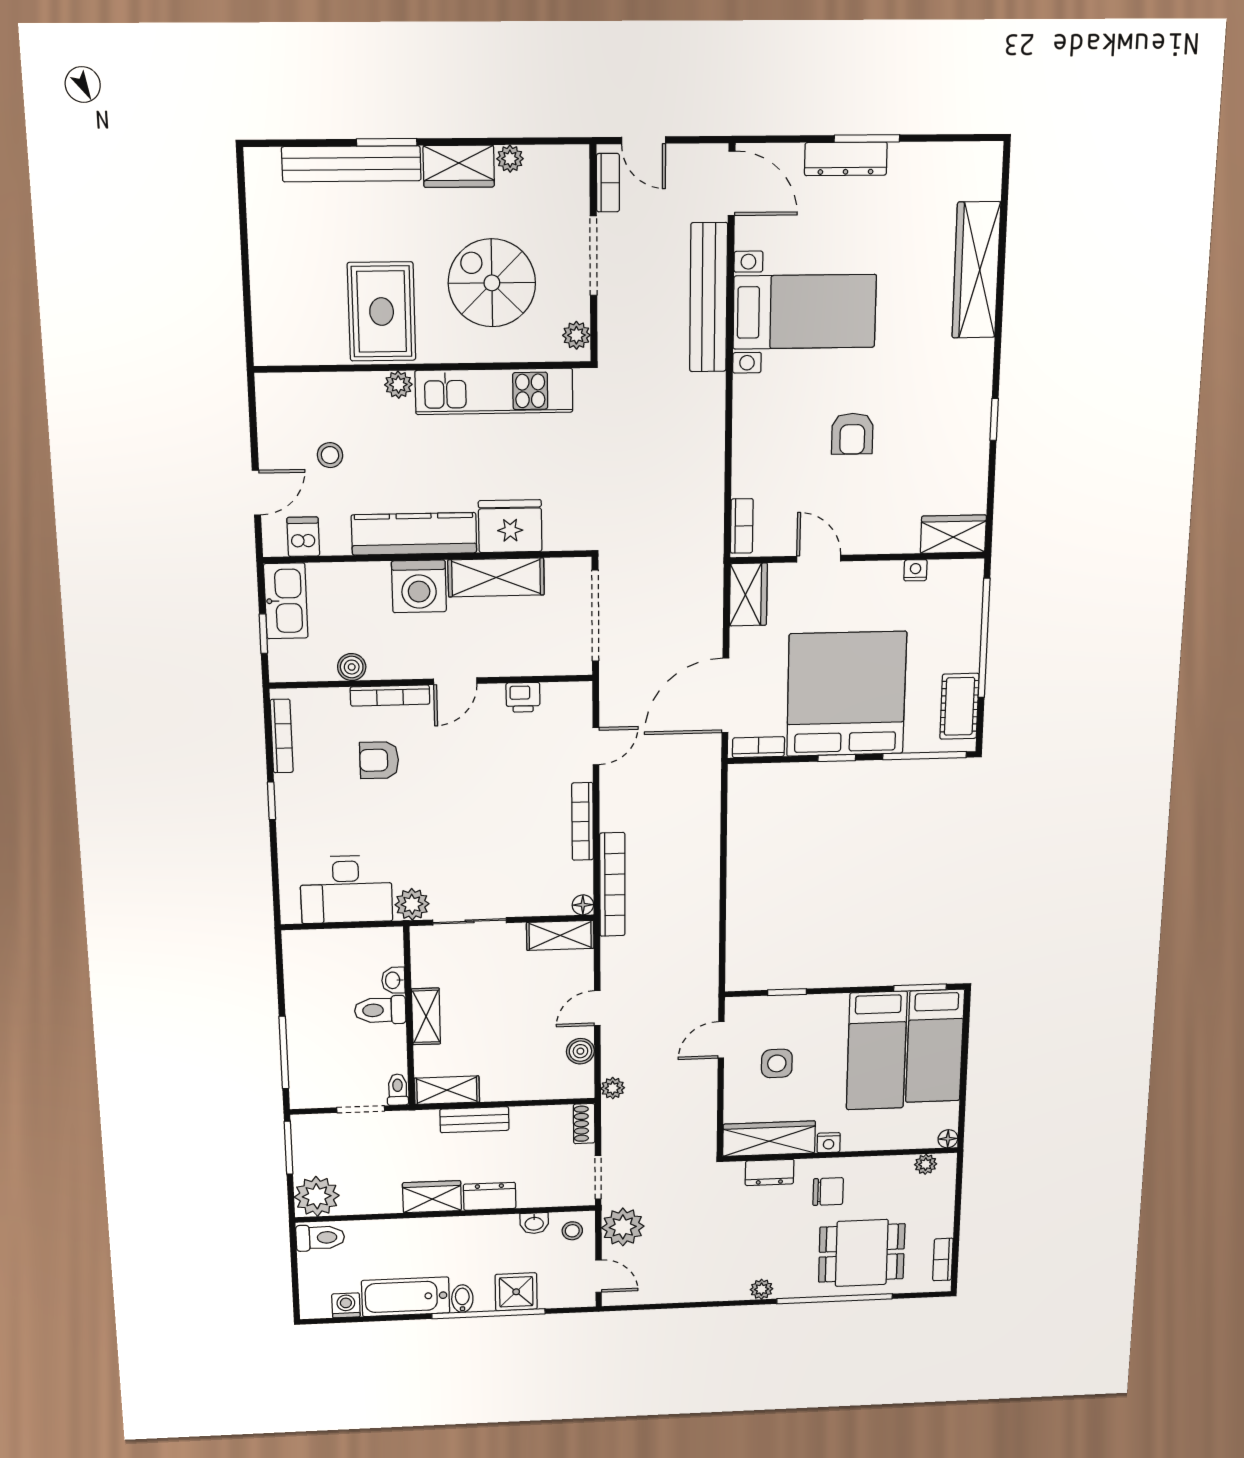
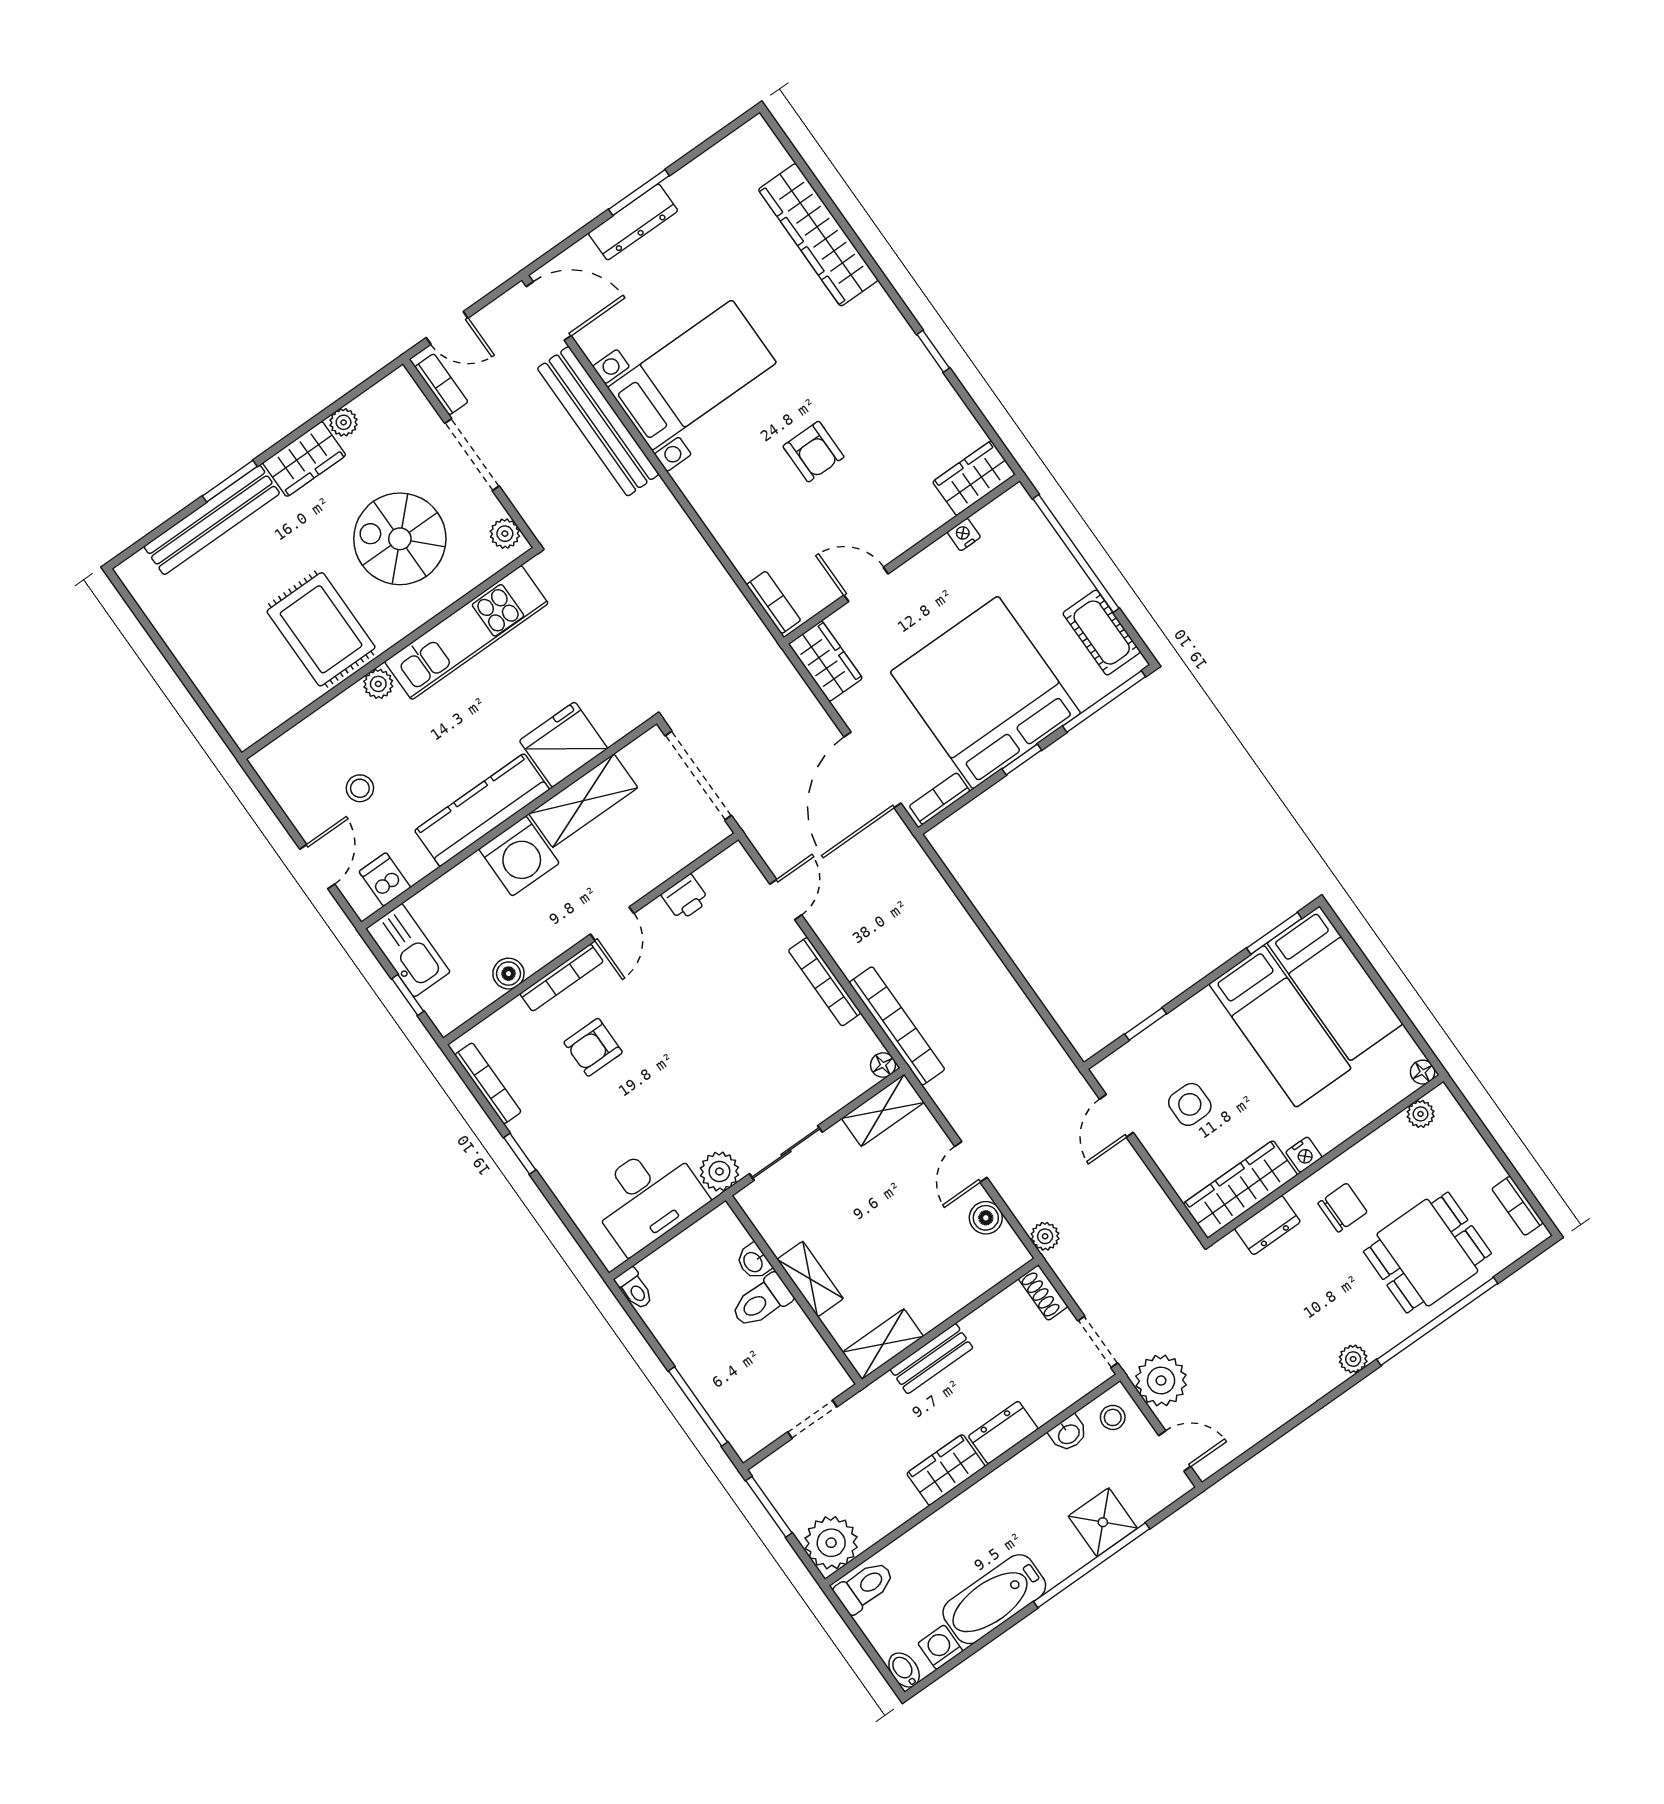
toilet: (398, 1090) -> (635, 1289), moved, turned 180
bidet: (462, 1299) -> (904, 1670), moved

